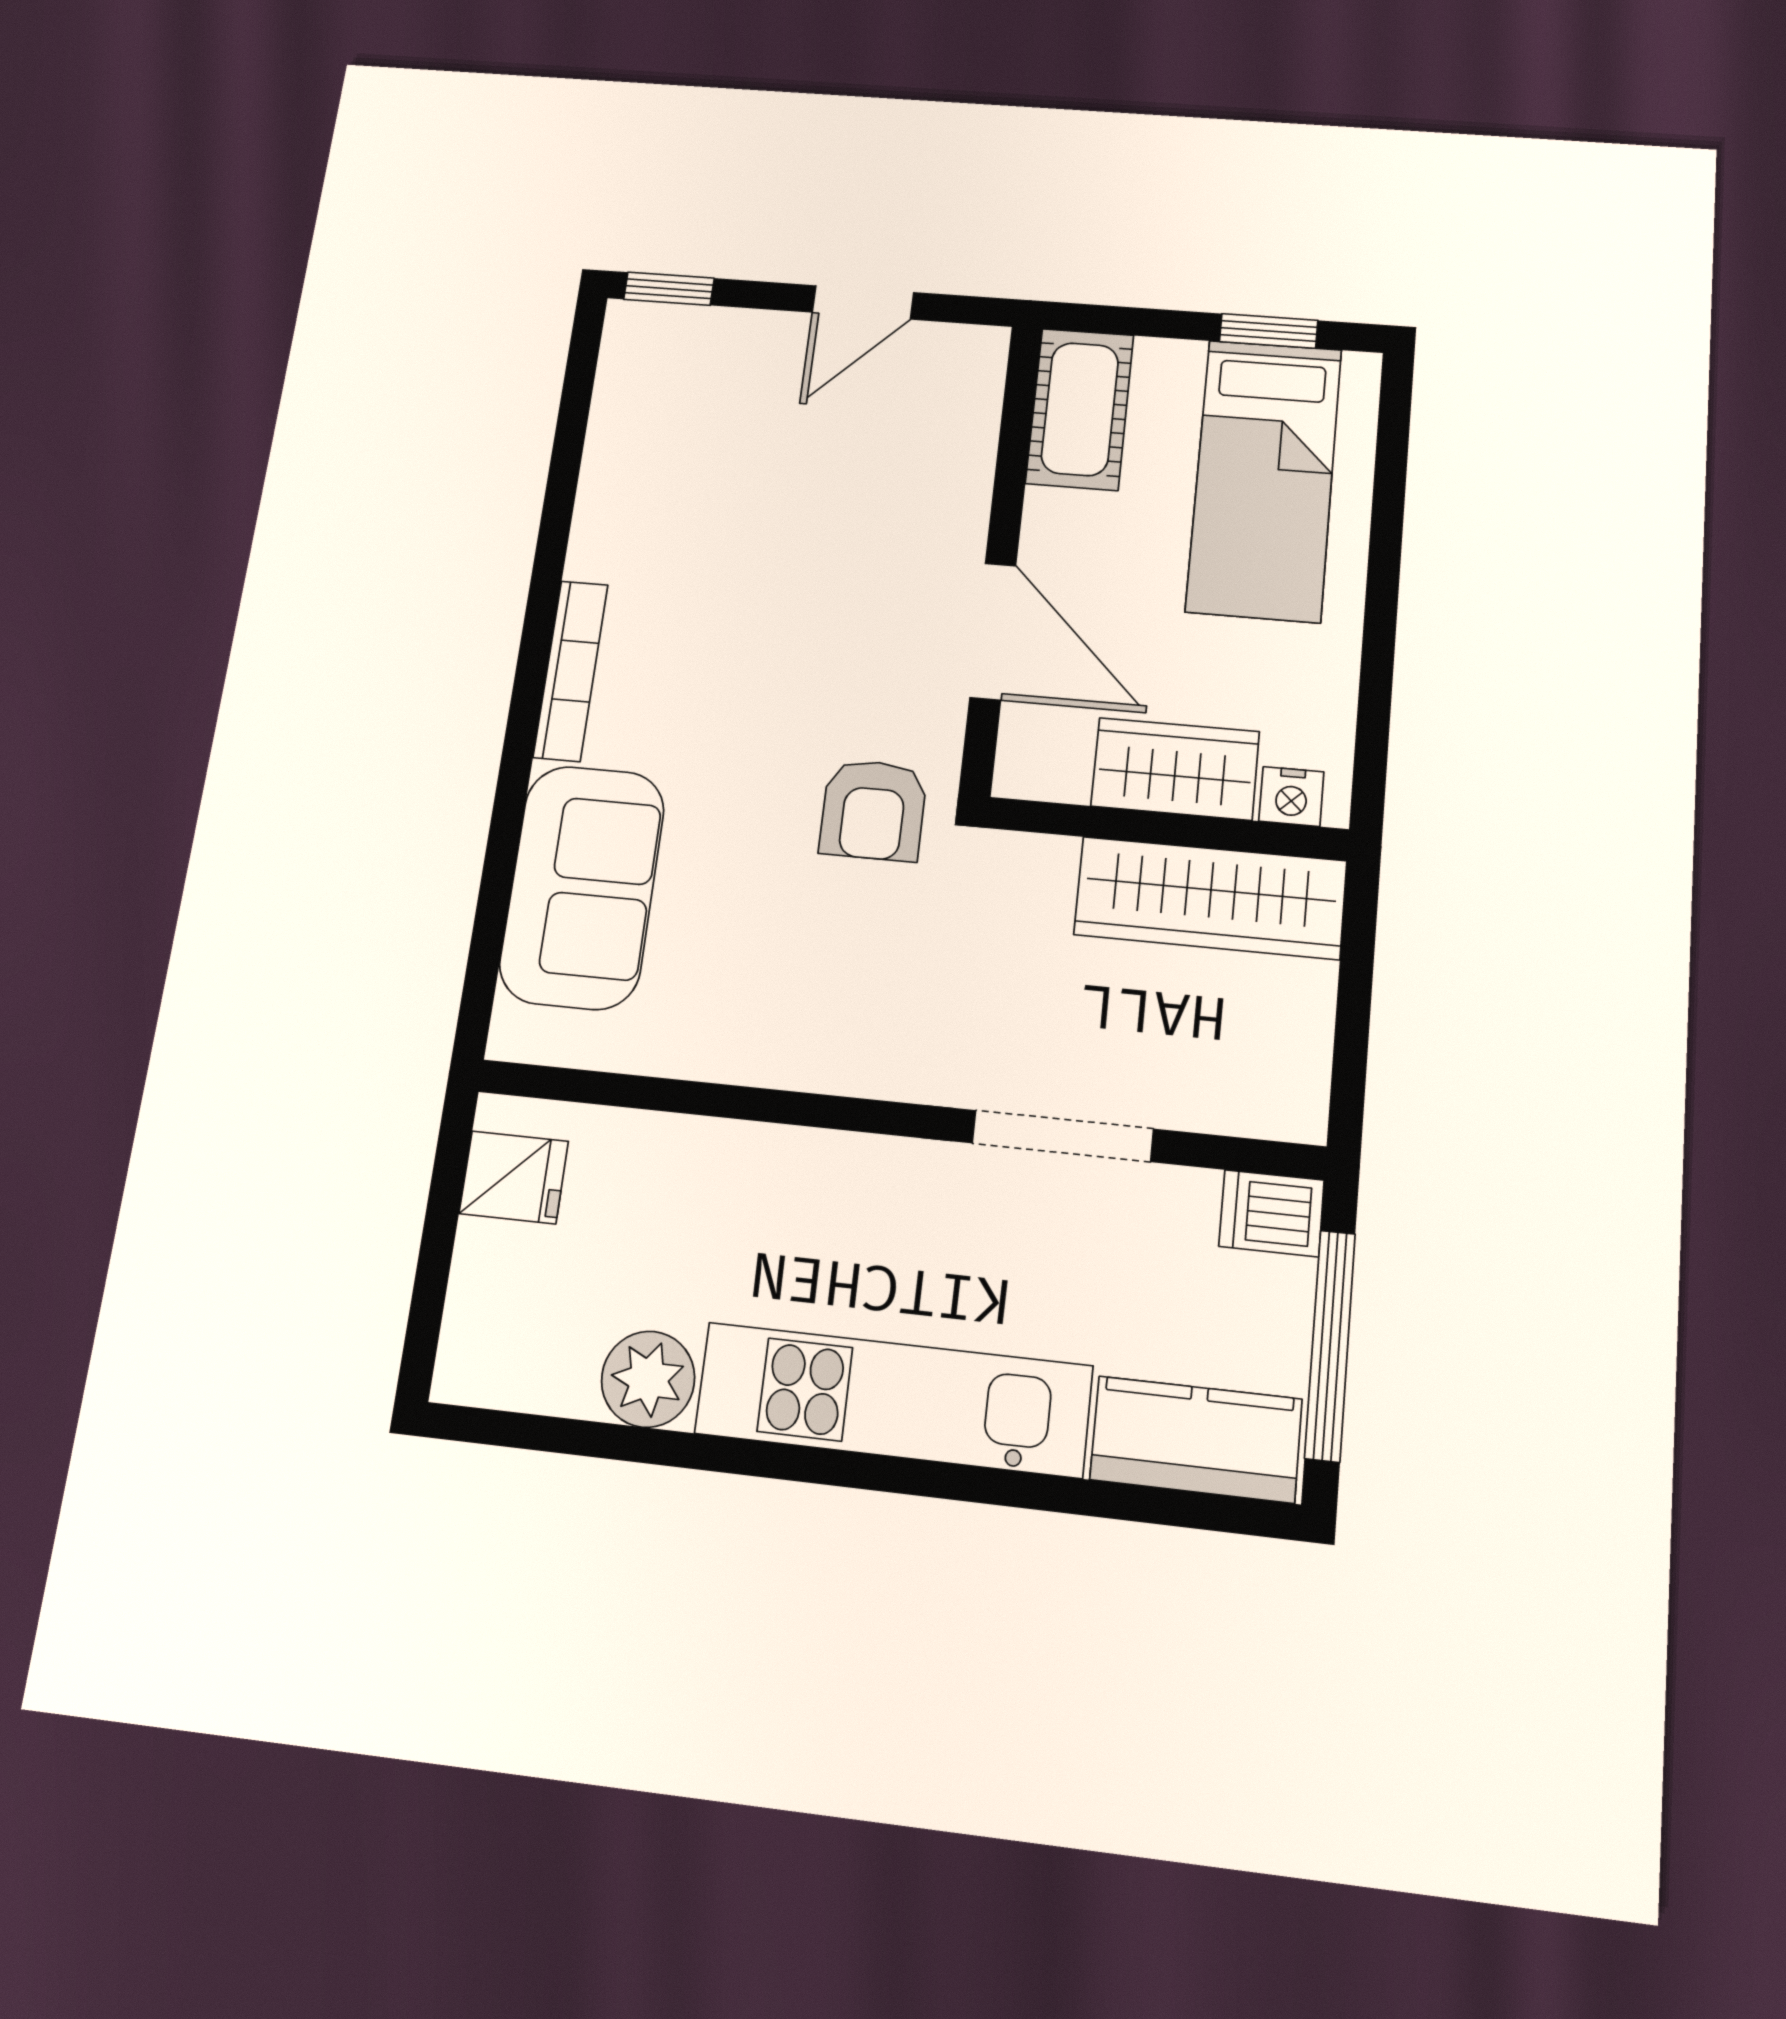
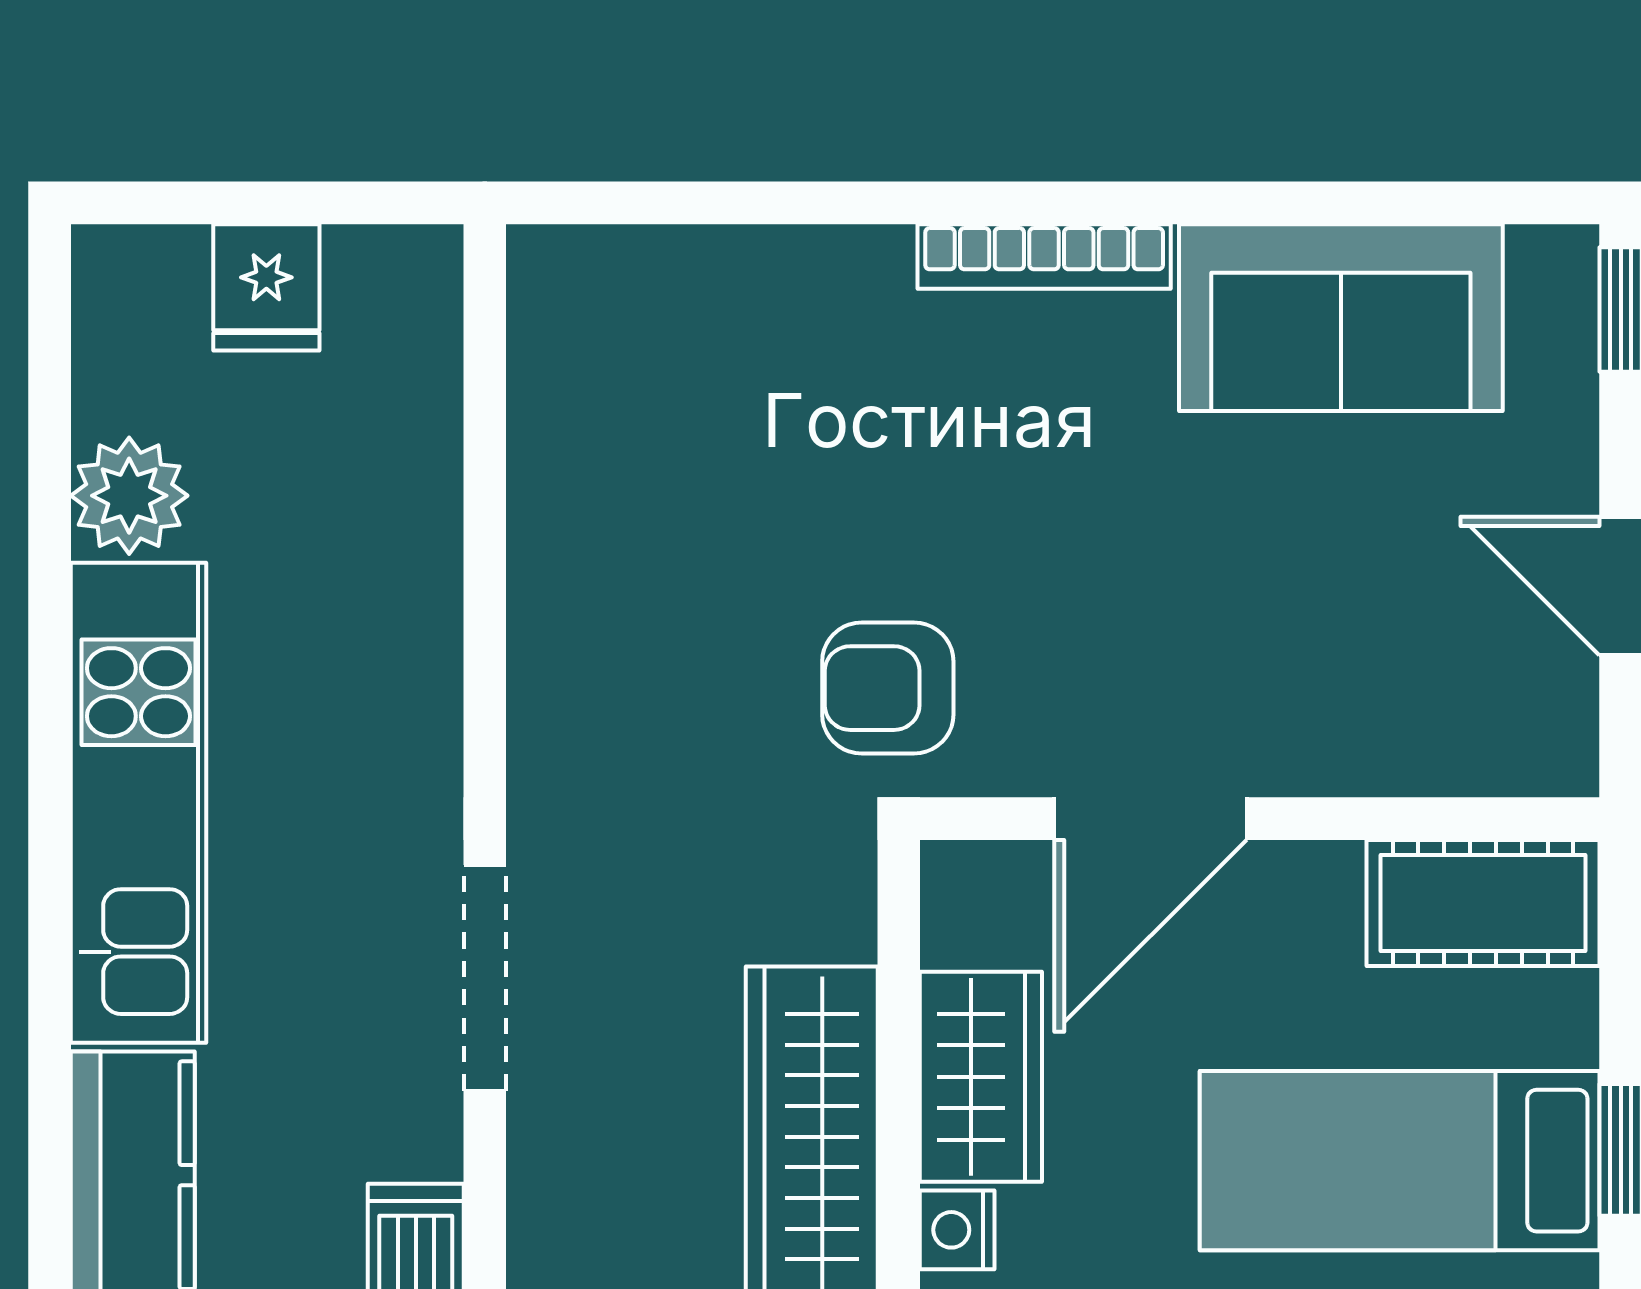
sofa: (582, 887) -> (1341, 318), moved
fridge: (514, 1177) -> (266, 287), moved

